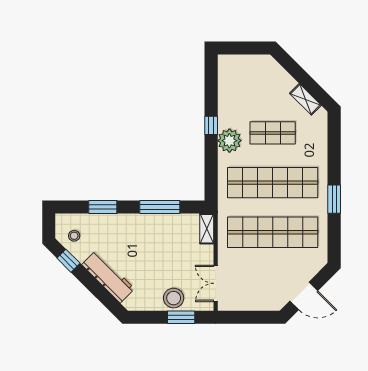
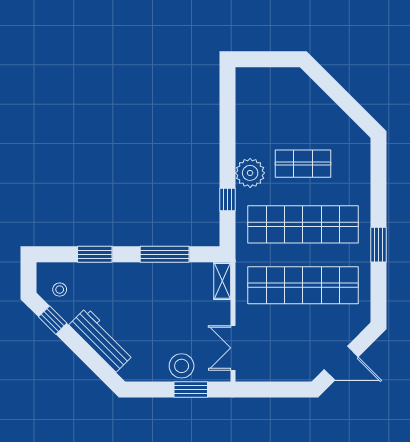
shelving: (305, 99) -> (343, 122), removed
window: (211, 125) -> (228, 200), moved

